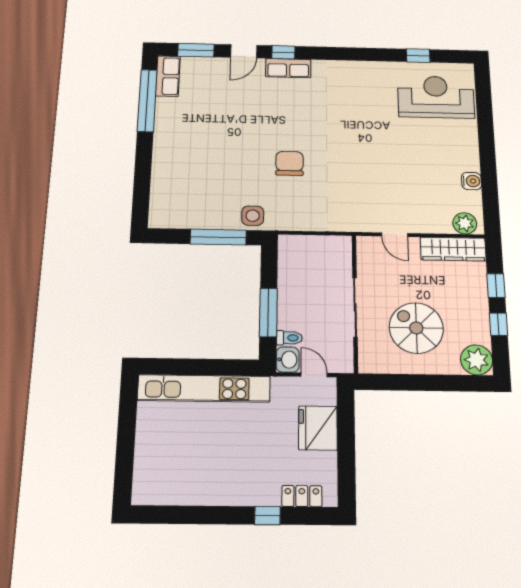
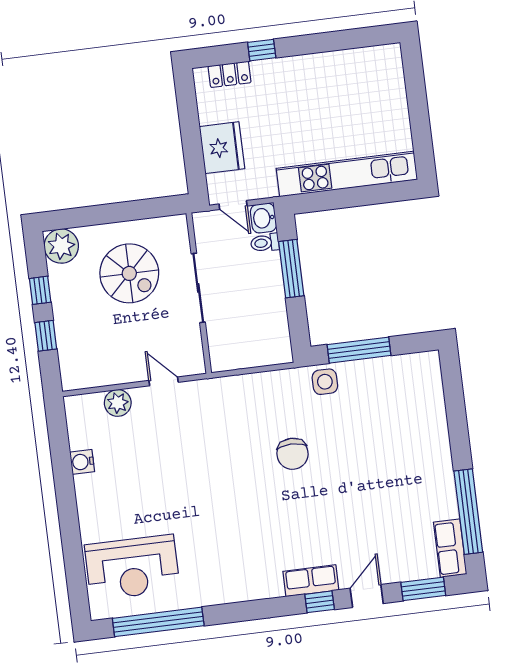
window: (418, 56) -> (158, 622), width x3.17
plant: (465, 223) -> (118, 403), moved
wardrobe: (453, 249) -> (97, 373), removed

